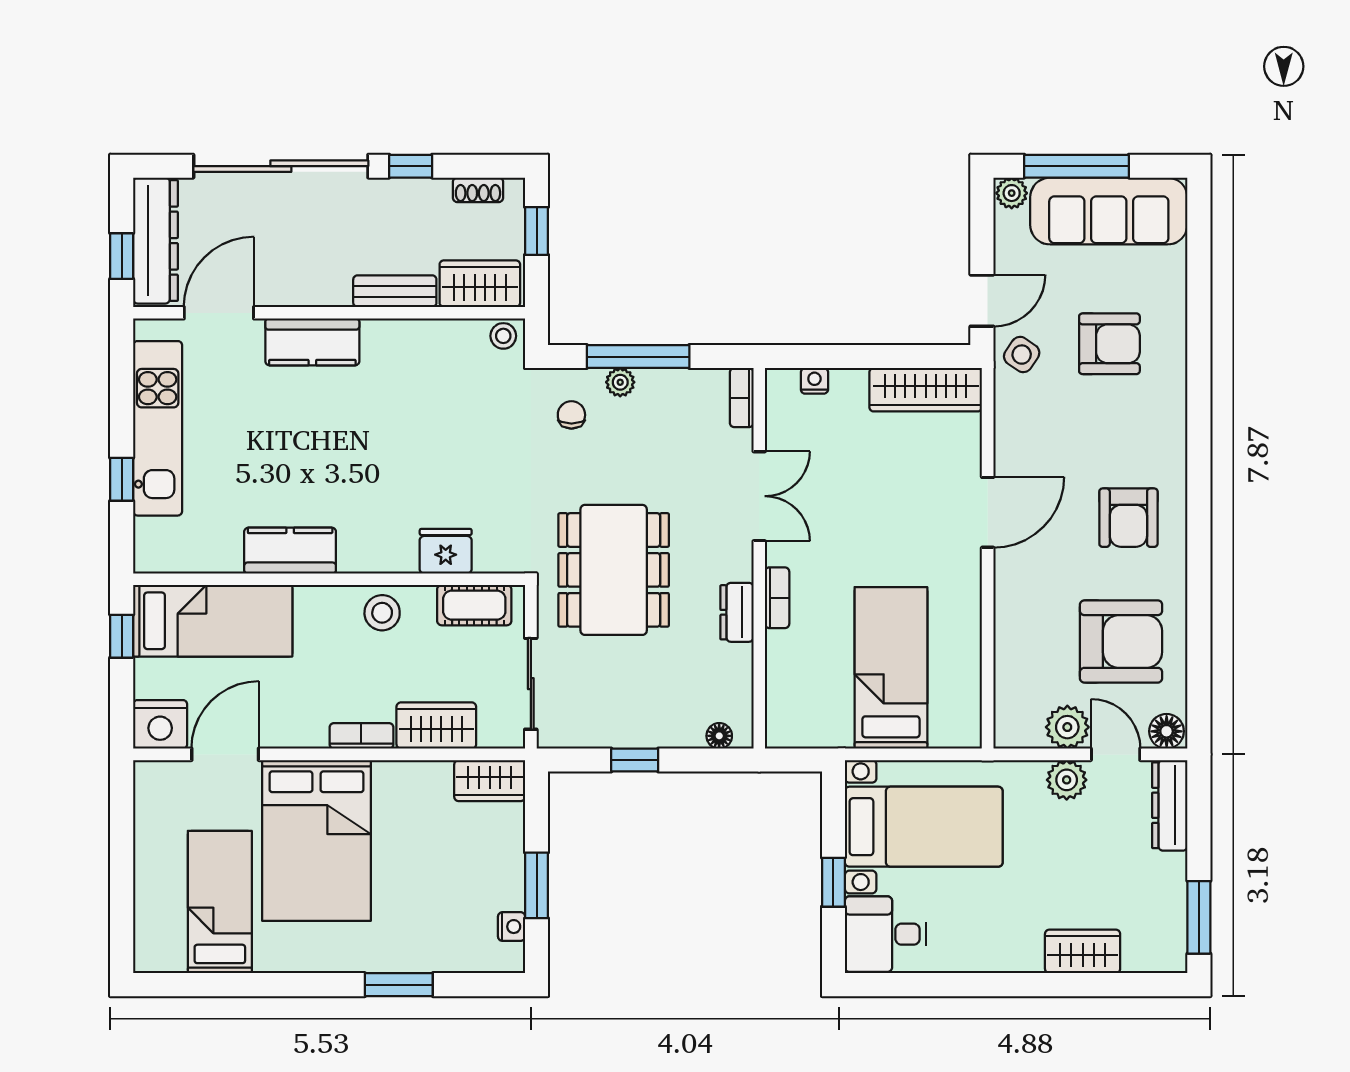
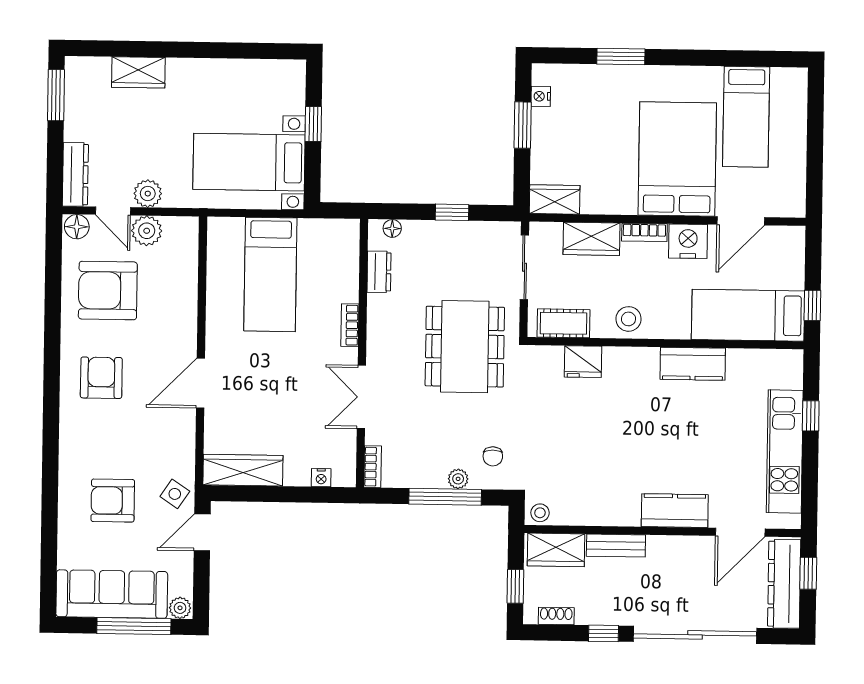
dresser: (737, 612) -> (379, 272), moved
nightstand: (160, 724) -> (688, 241), moved
desk: (886, 934) -> (277, 87), removed

